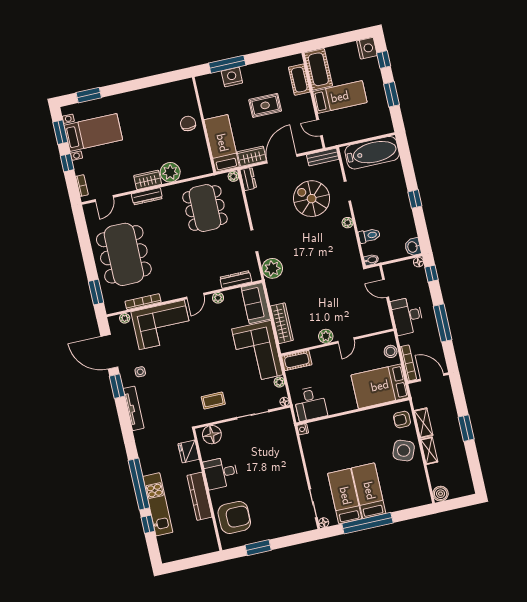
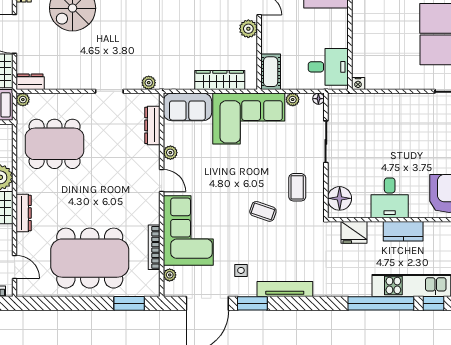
plant: (272, 268) -> (149, 83), width x0.53, depth x0.53
coffee table: (189, 378) -> (263, 211), added
kitchen counter: (199, 496) -> (403, 231), width x0.67

